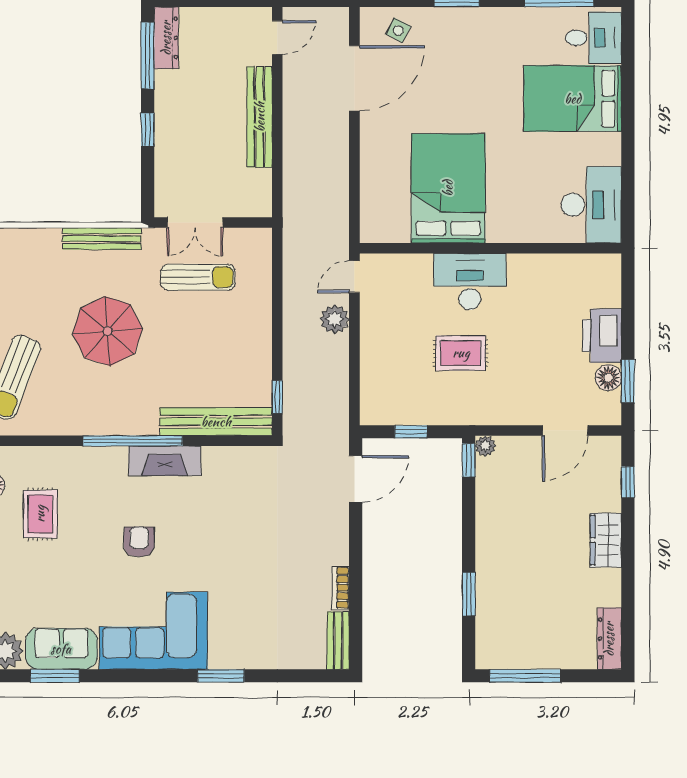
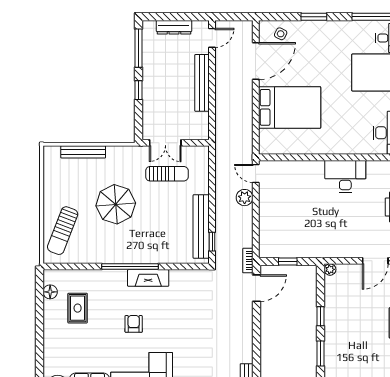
dresser: (166, 38) -> (174, 27), moved, turned 90
bed: (448, 188) -> (290, 107), moved, turned 90
bench: (102, 239) -> (83, 152), moved
door: (354, 277) -> (256, 173), hinge flipped
desk: (470, 282) -> (345, 176), moved
rug: (461, 353) -> (316, 217), removed
bench: (216, 422) -> (201, 226), moved, turned 90
window: (469, 460) -> (321, 316), moved
bookcase: (340, 588) -> (248, 261), moved

